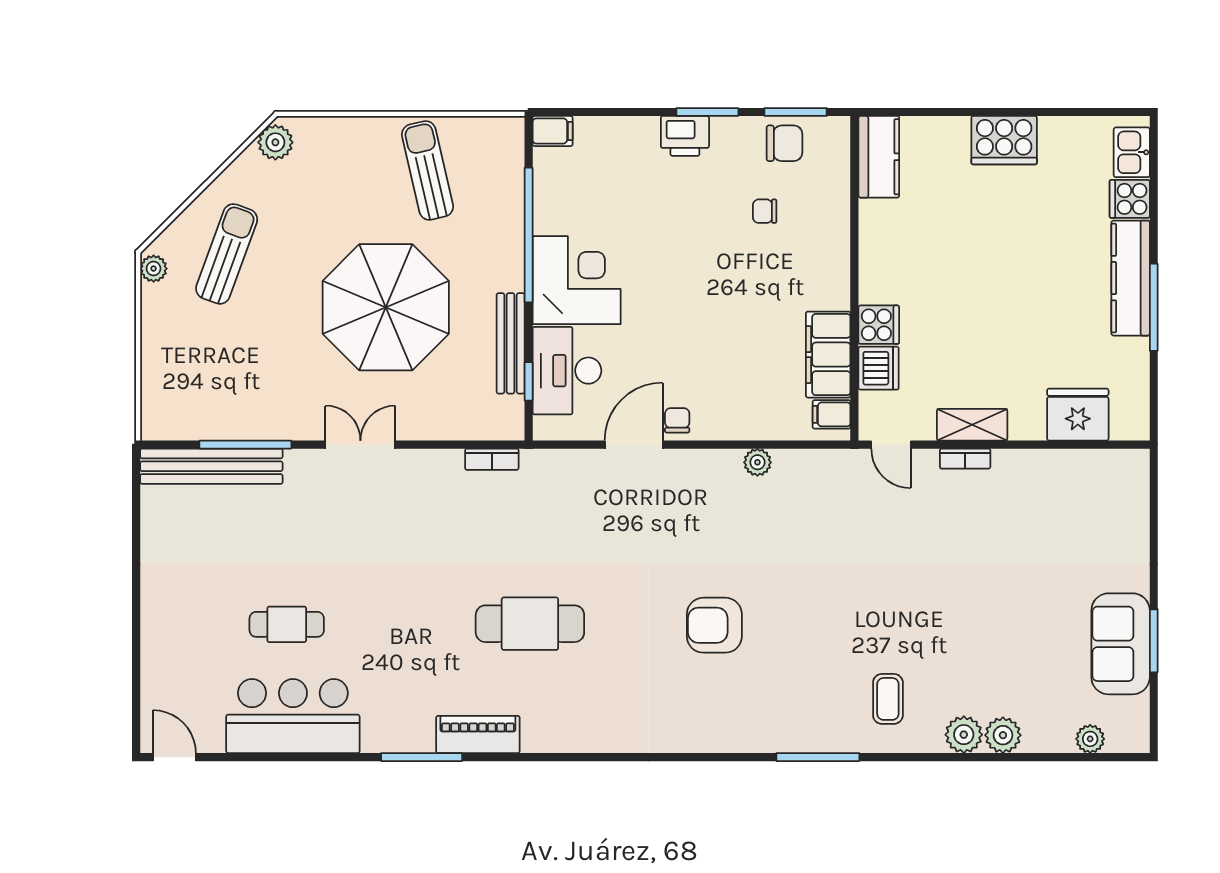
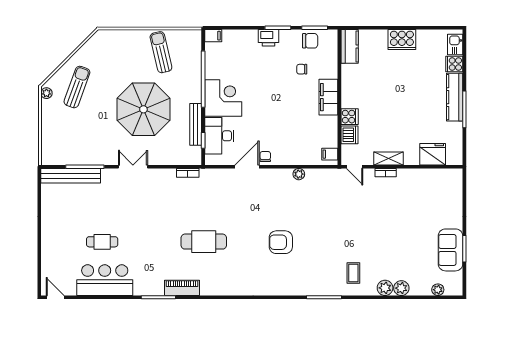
plant: (275, 142) -> (97, 40), removed
filing cabinet: (828, 355) -> (328, 97), moved

